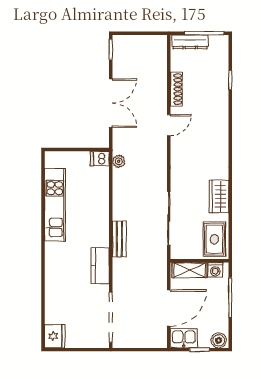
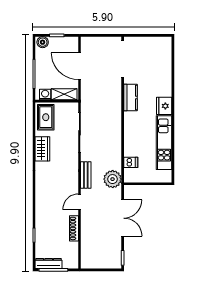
dresser: (190, 42) -> (49, 263), moved
double door: (111, 103) -> (123, 218), swing flipped
dishwasher: (100, 159) -> (131, 162), moved
plant: (119, 161) -> (113, 179), width x1.87, depth x1.87
bench: (119, 239) -> (86, 175), moved
door: (169, 308) -> (80, 66), hinge flipped
fridge: (55, 336) -> (164, 106), moved
kitchen sink: (184, 338) -> (68, 44), removed

